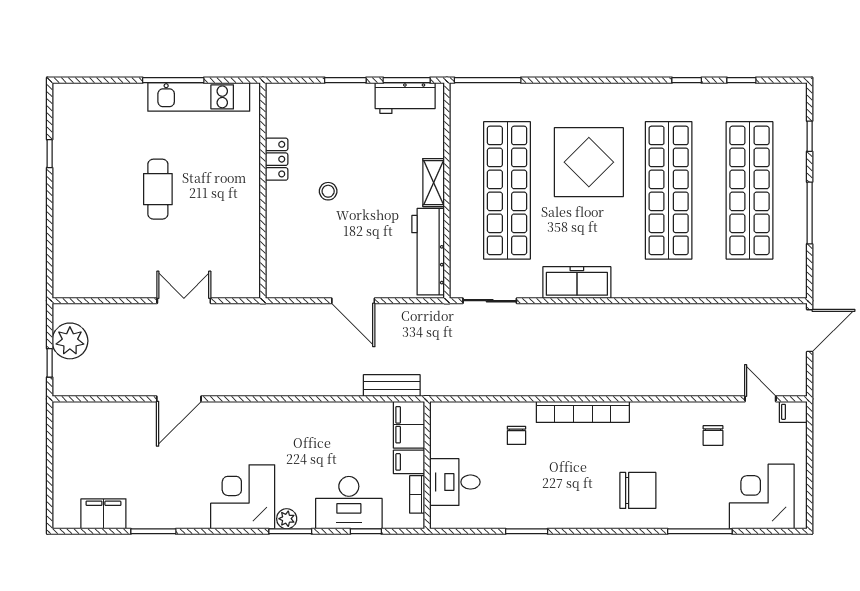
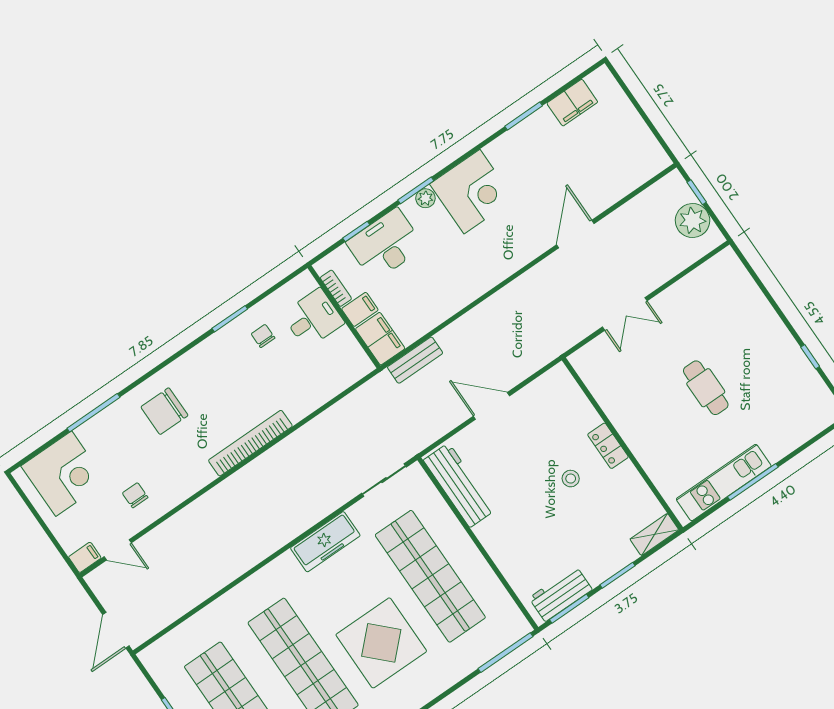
locker: (277, 159) -> (608, 446), moved
shelving: (434, 183) -> (654, 534), moved, turned 90
chair: (516, 435) -> (263, 336), moved

